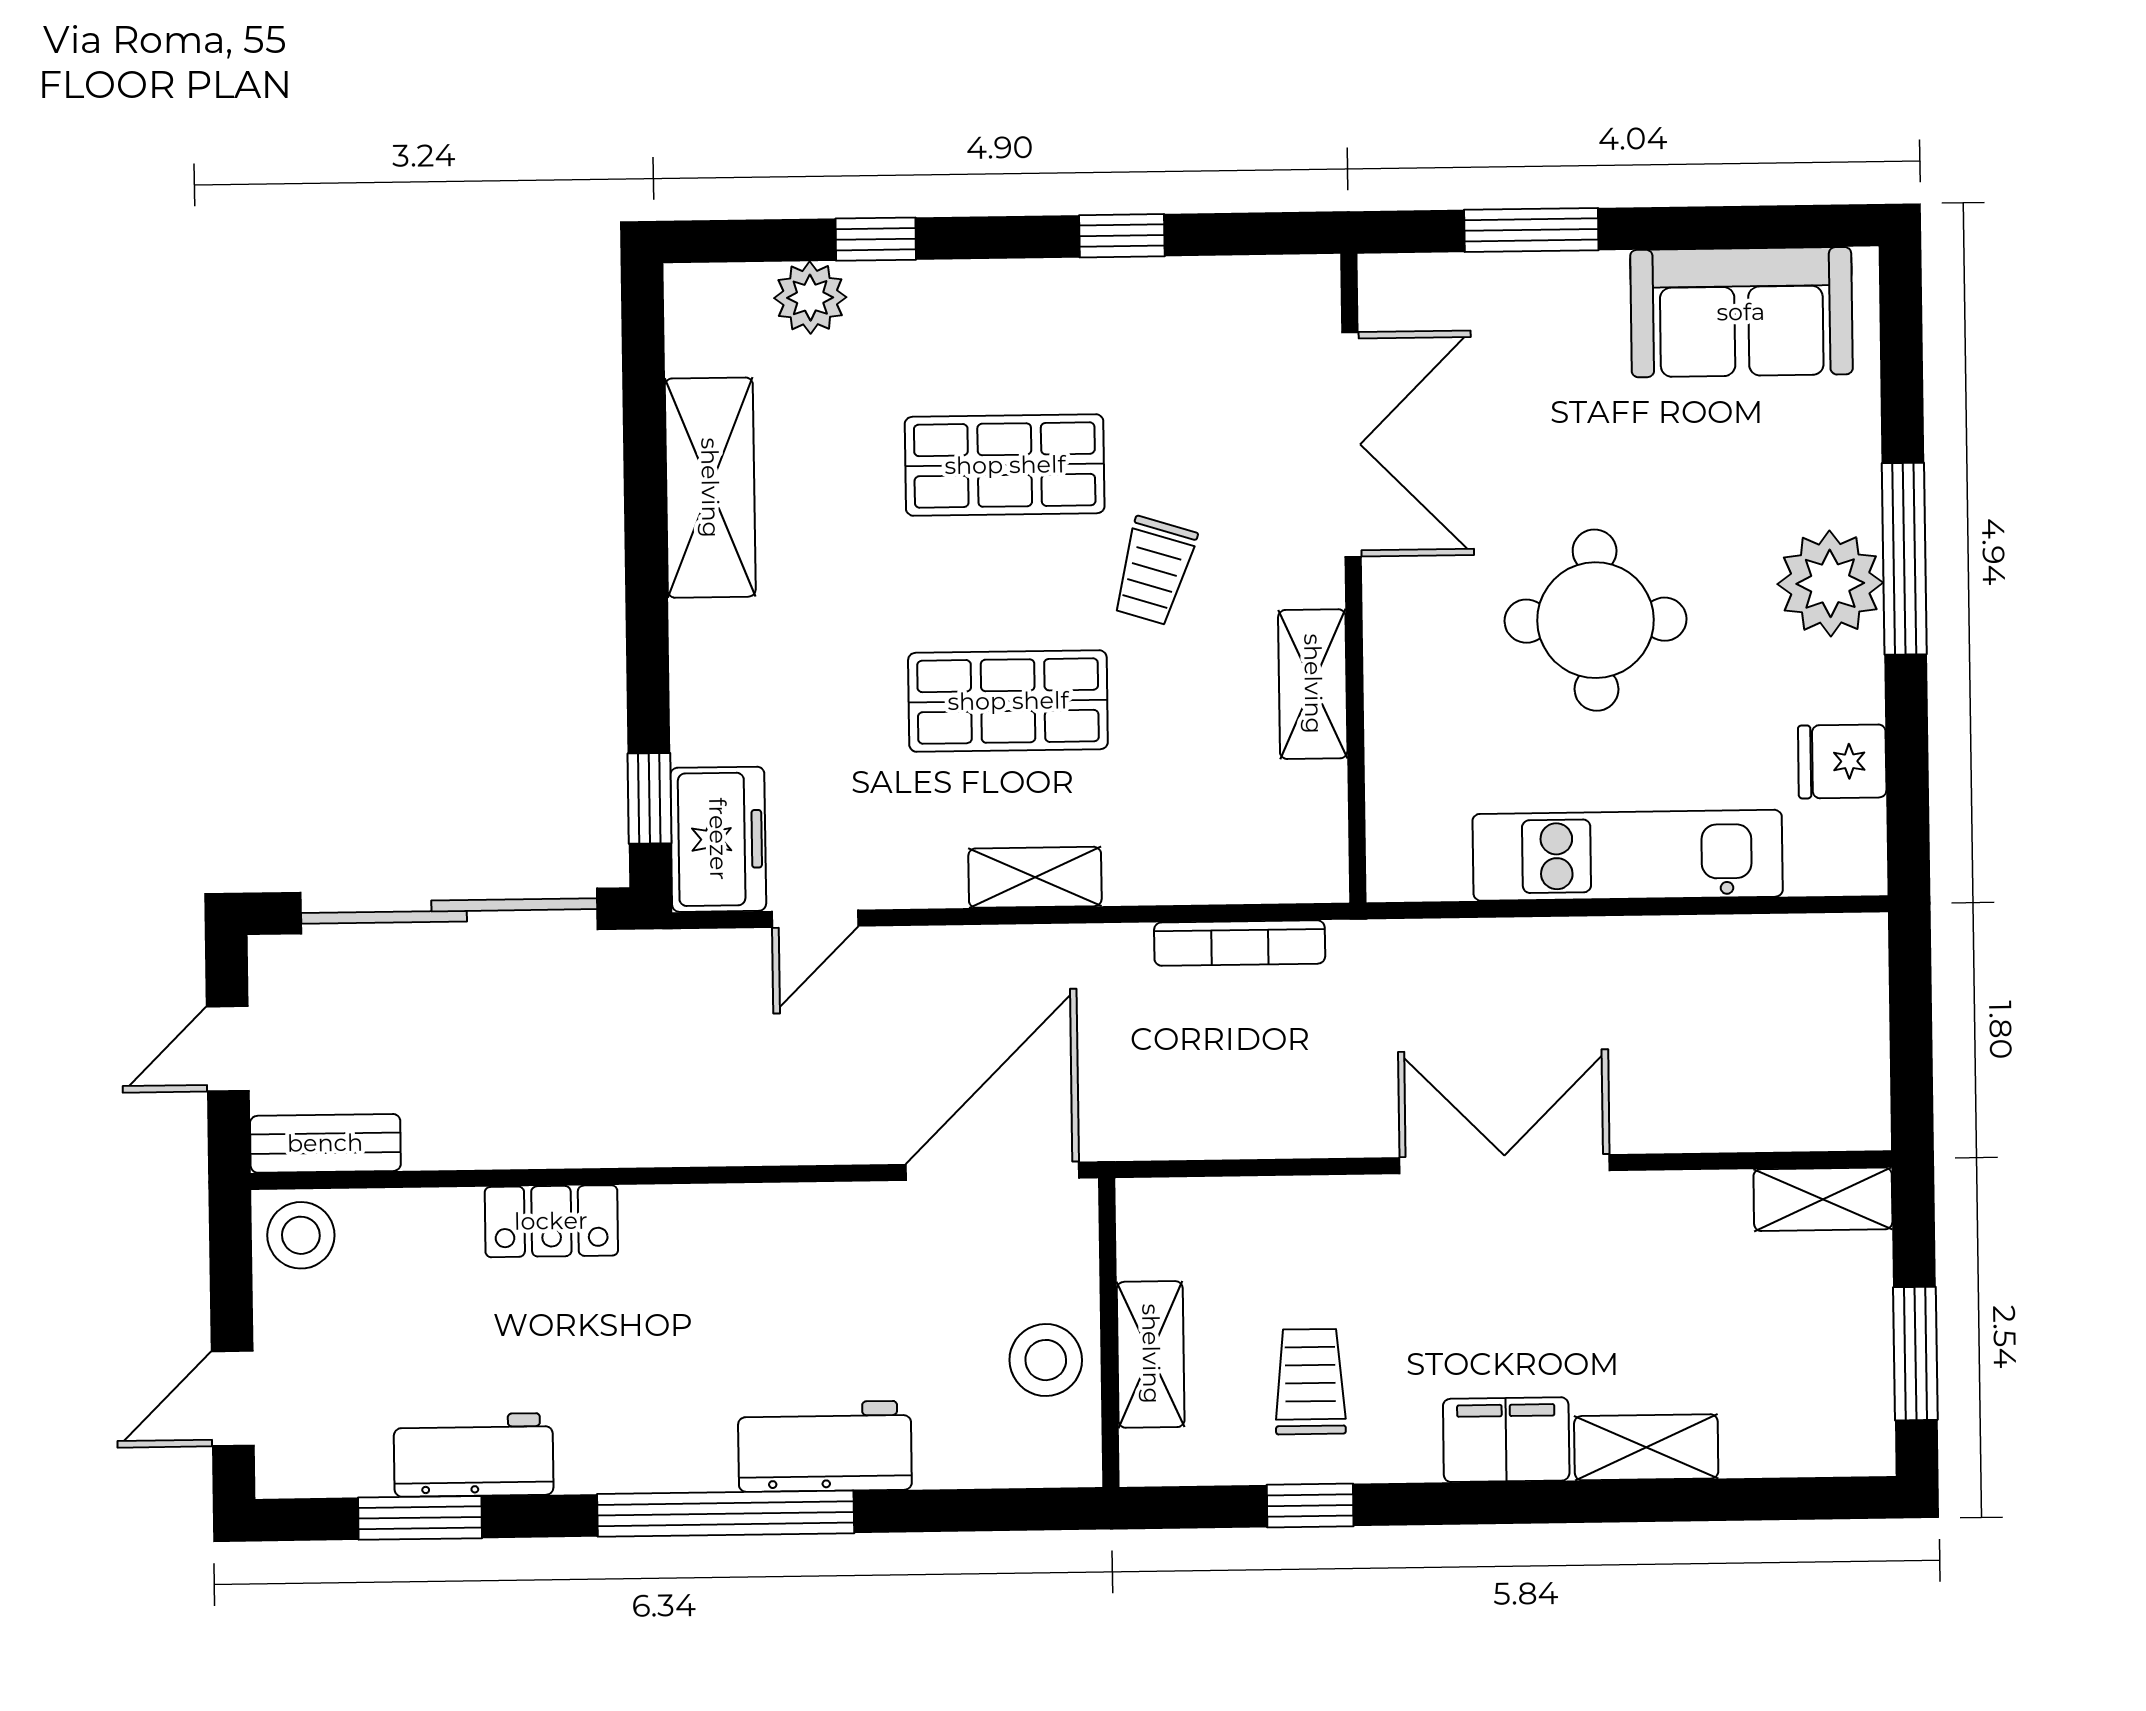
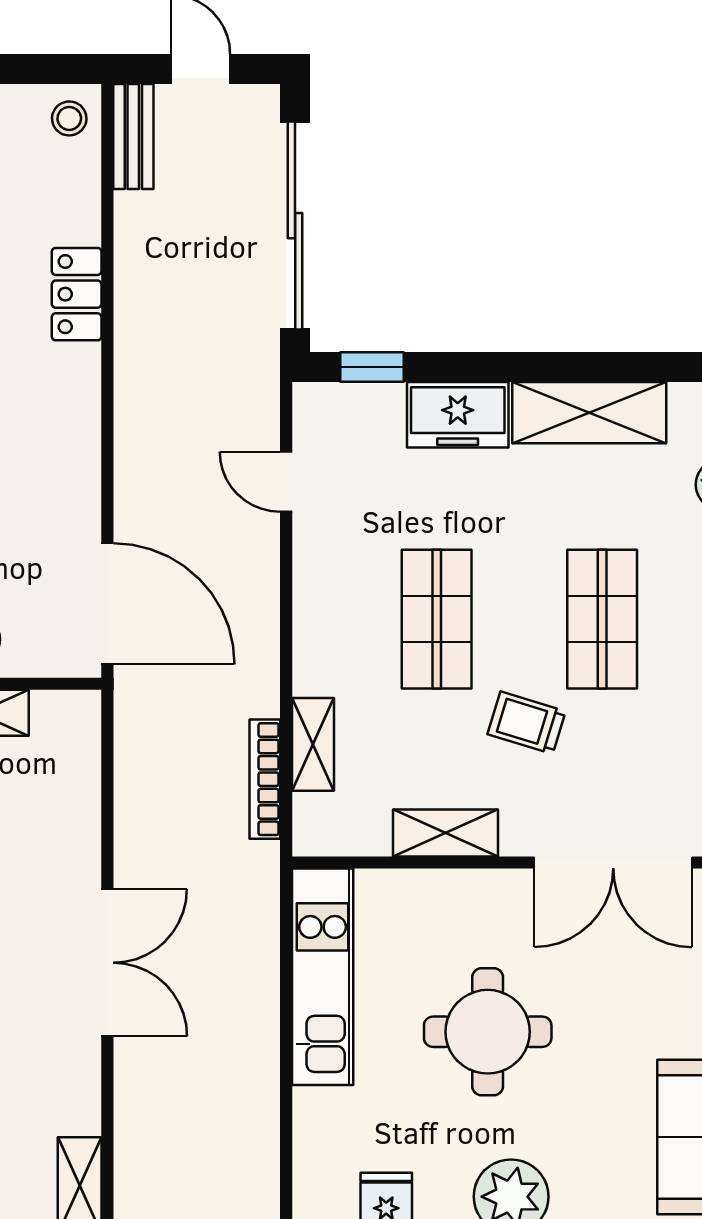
freezer: (718, 839) -> (458, 415), moved
kitchen unit: (1628, 855) -> (323, 977), moved
shelving: (1035, 877) -> (313, 744), moved
stool: (301, 1235) -> (69, 118), width x0.73, depth x0.73

